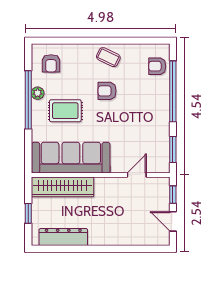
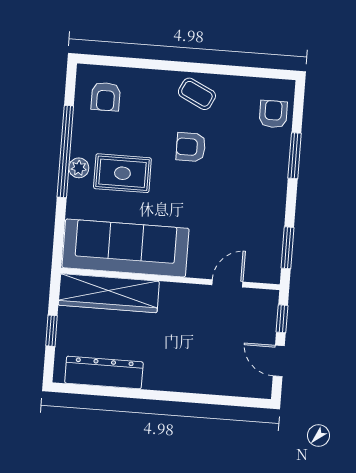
armchair: (157, 66) -> (273, 114), turned 90
window: (173, 91) -> (295, 156), width x0.47
plant: (38, 93) -> (79, 168), moved

